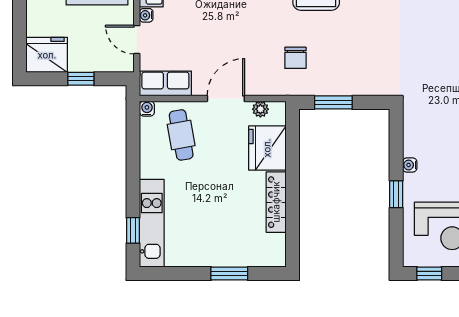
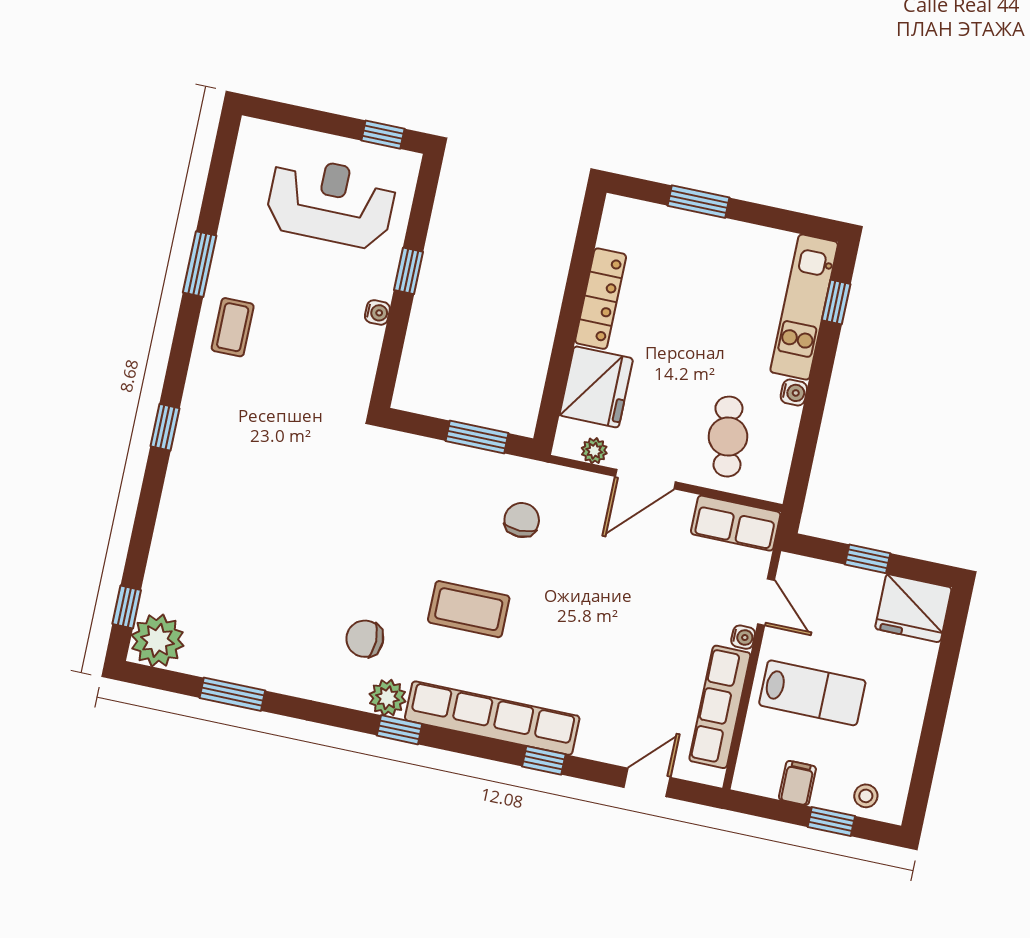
water cooler: (147, 109) -> (794, 393), moved, turned -90

